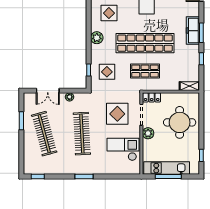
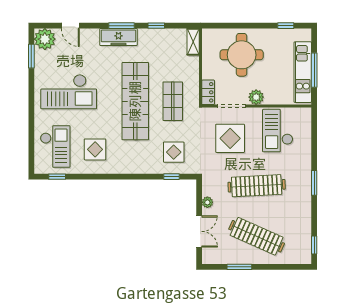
plant: (97, 38) -> (128, 166), removed
clothes rail: (44, 134) -> (257, 236), turned 39

